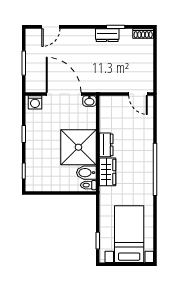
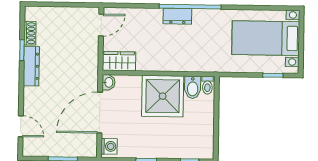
shoe rack: (143, 34) -> (30, 33), moved
dresser: (107, 35) -> (31, 66), width x1.44
dresser: (106, 145) -> (177, 16), moved, turned 180
wardrobe: (107, 172) -> (119, 61), moved

